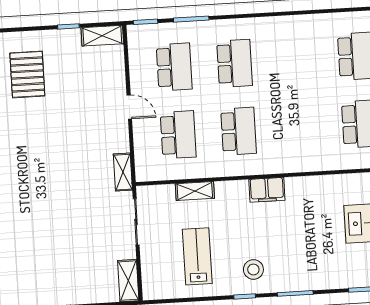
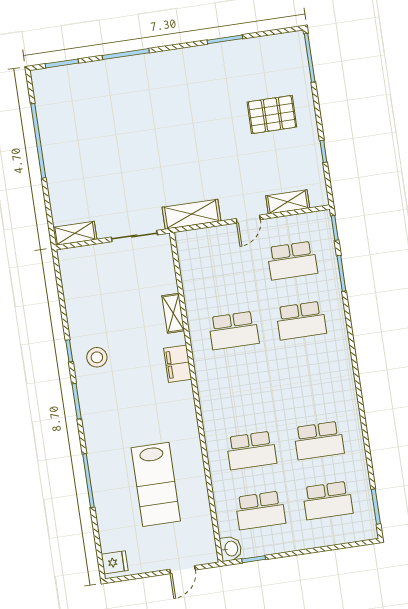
shelving: (102, 36) -> (288, 202), moved, turned 90
school desk: (178, 135) -> (225, 270), removed
shelving: (123, 172) -> (192, 214), width x1.50, depth x1.33
shelving: (195, 191) -> (173, 313), moved
lab bench: (197, 256) -> (105, 300), removed

